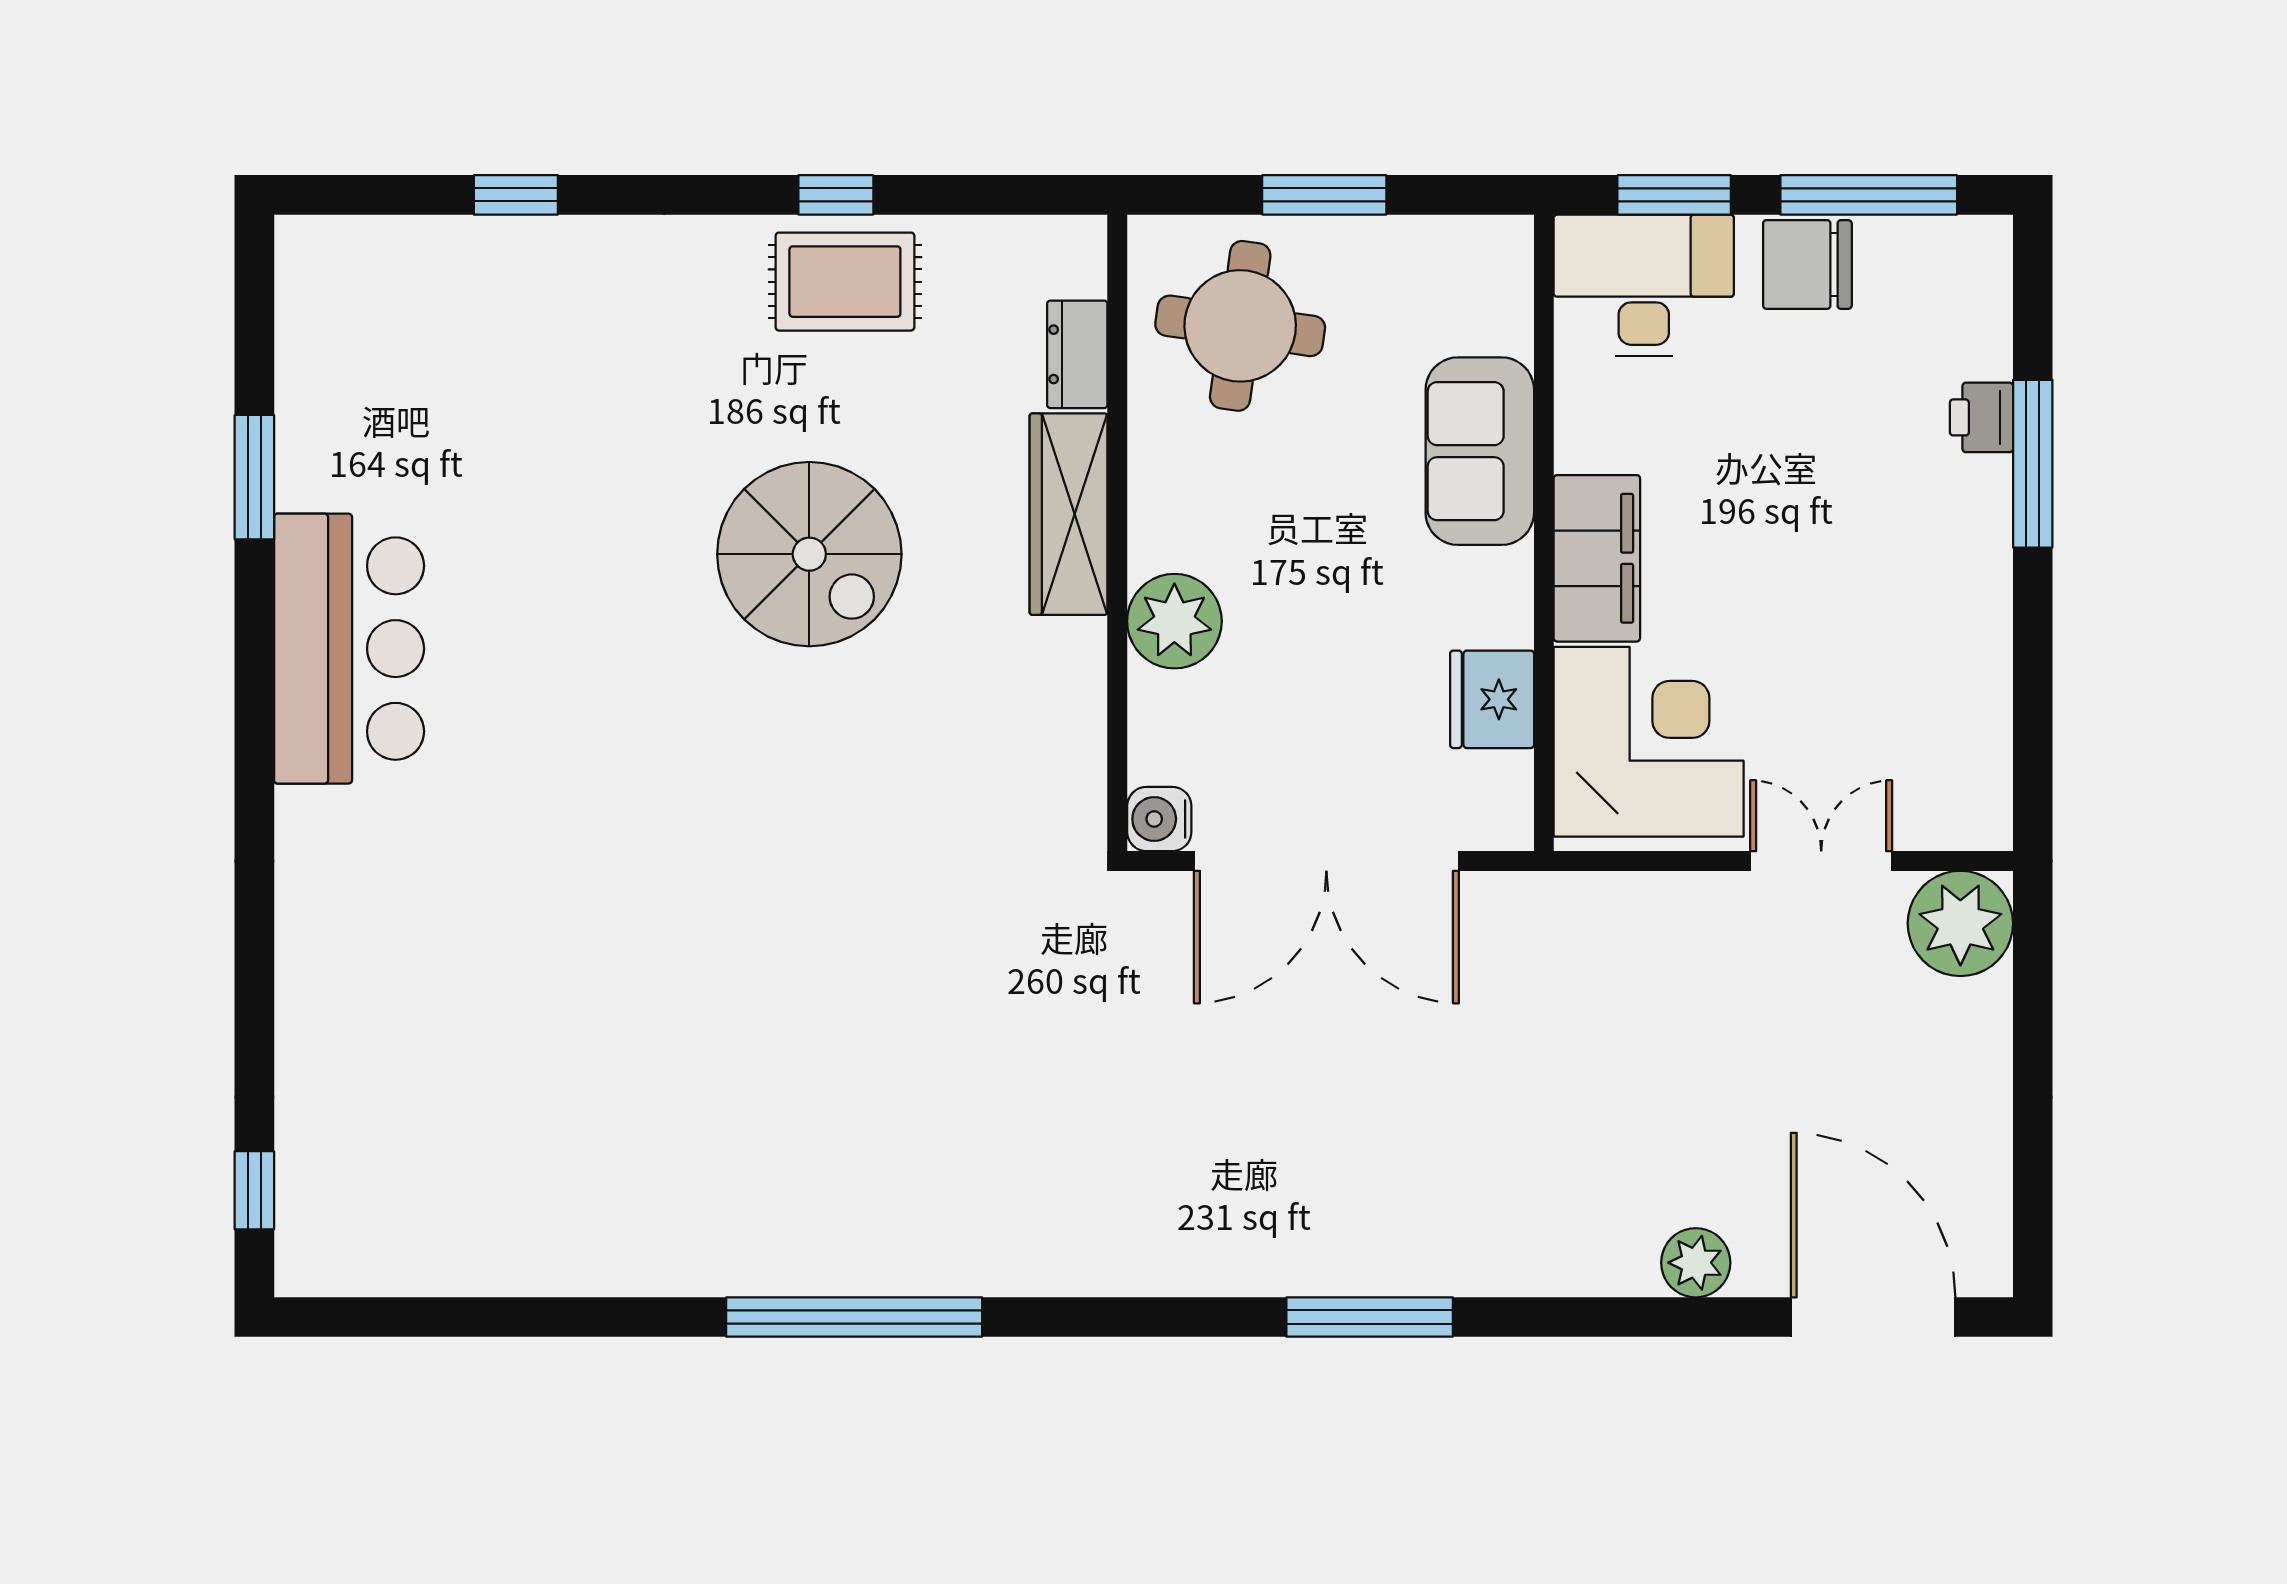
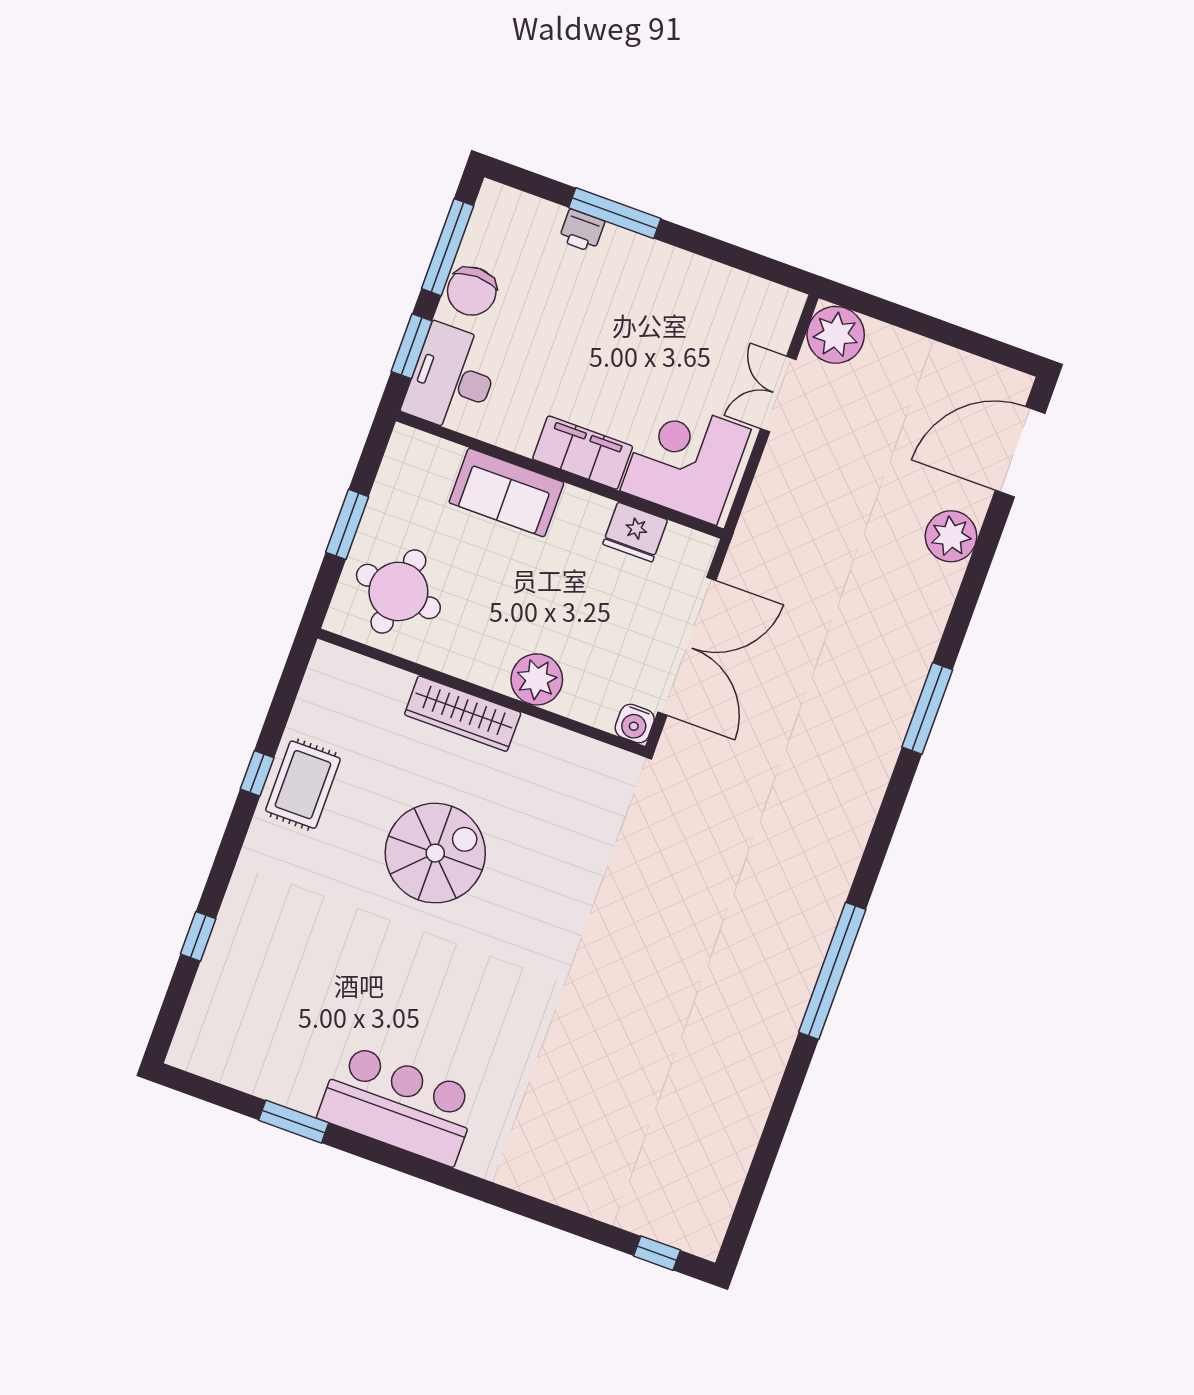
dresser: (1077, 354) -> (383, 680), removed
plant: (1696, 1263) -> (951, 536), width x1.36, depth x1.36

